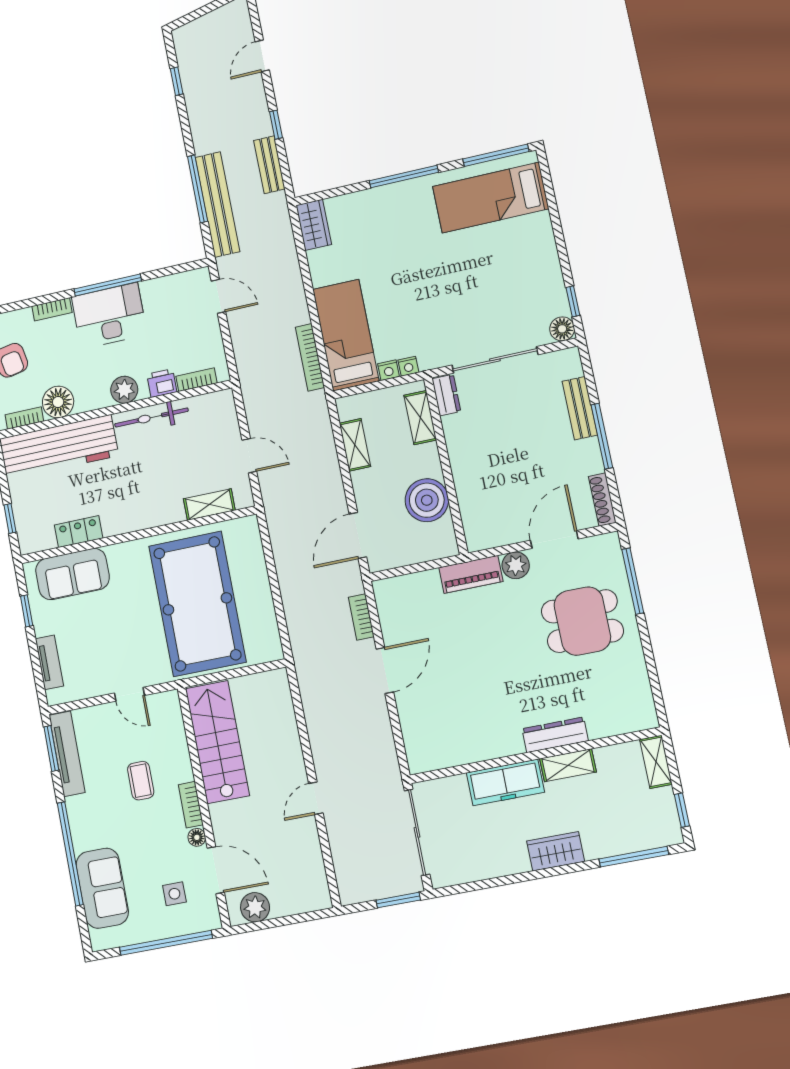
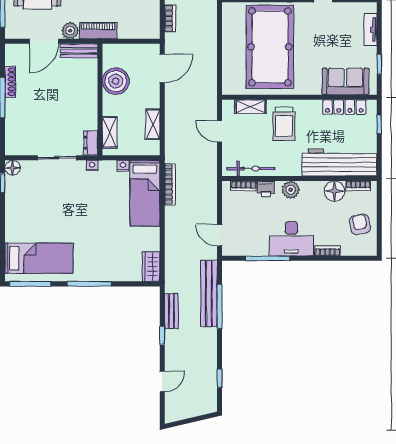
window: (108, 285) -> (268, 258), moved
sliding door: (495, 360) -> (57, 158), width x0.73
nightstand: (408, 366) -> (92, 166), moved
bench: (580, 408) -> (79, 51), moved, turned 90
bicycle: (151, 417) -> (251, 169), moved
trolley: (153, 489) -> (284, 124), added
shoe rack: (602, 500) -> (10, 82), moved
locker: (79, 532) -> (344, 107), width x1.53

